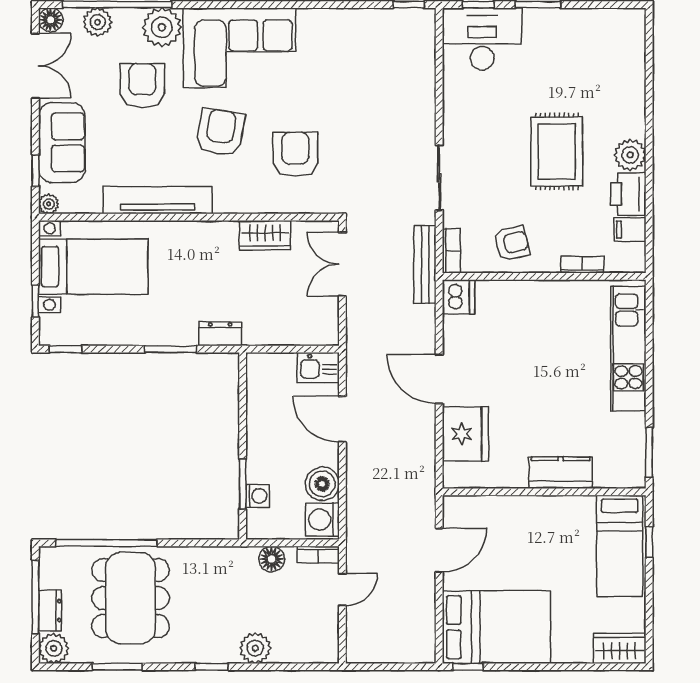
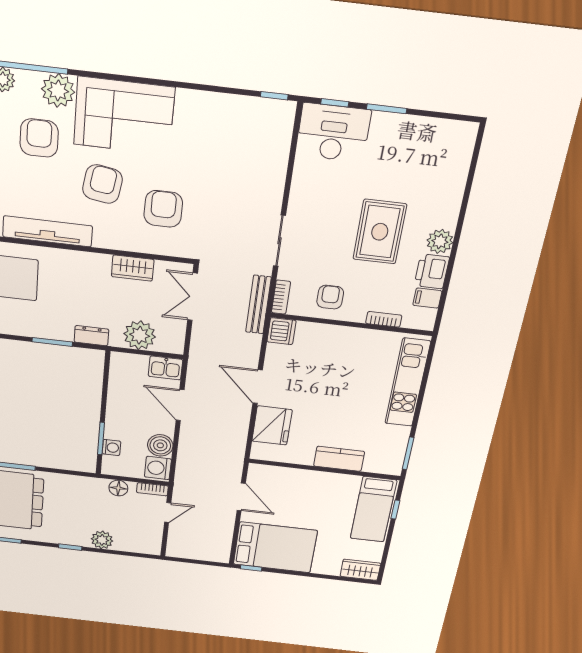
armchair: (512, 243) -> (330, 297), turned -77
plant: (281, 325) -> (140, 335), added
door: (439, 550) -> (241, 497), hinge flipped

